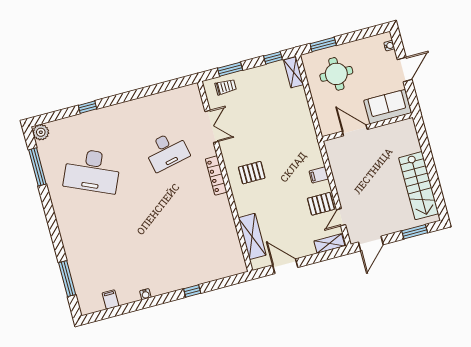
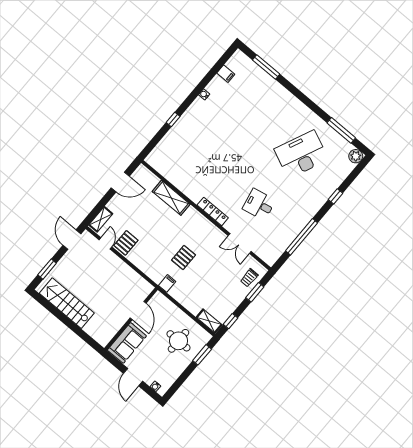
window: (148, 91) -> (301, 237), added
door: (355, 130) -> (138, 311), hinge flipped
desk: (167, 151) -> (259, 204), width x0.73
pallet: (252, 173) -> (184, 257), moved
filing cabinet: (319, 175) -> (167, 283), moved
shelving: (252, 236) -> (171, 198), moved

